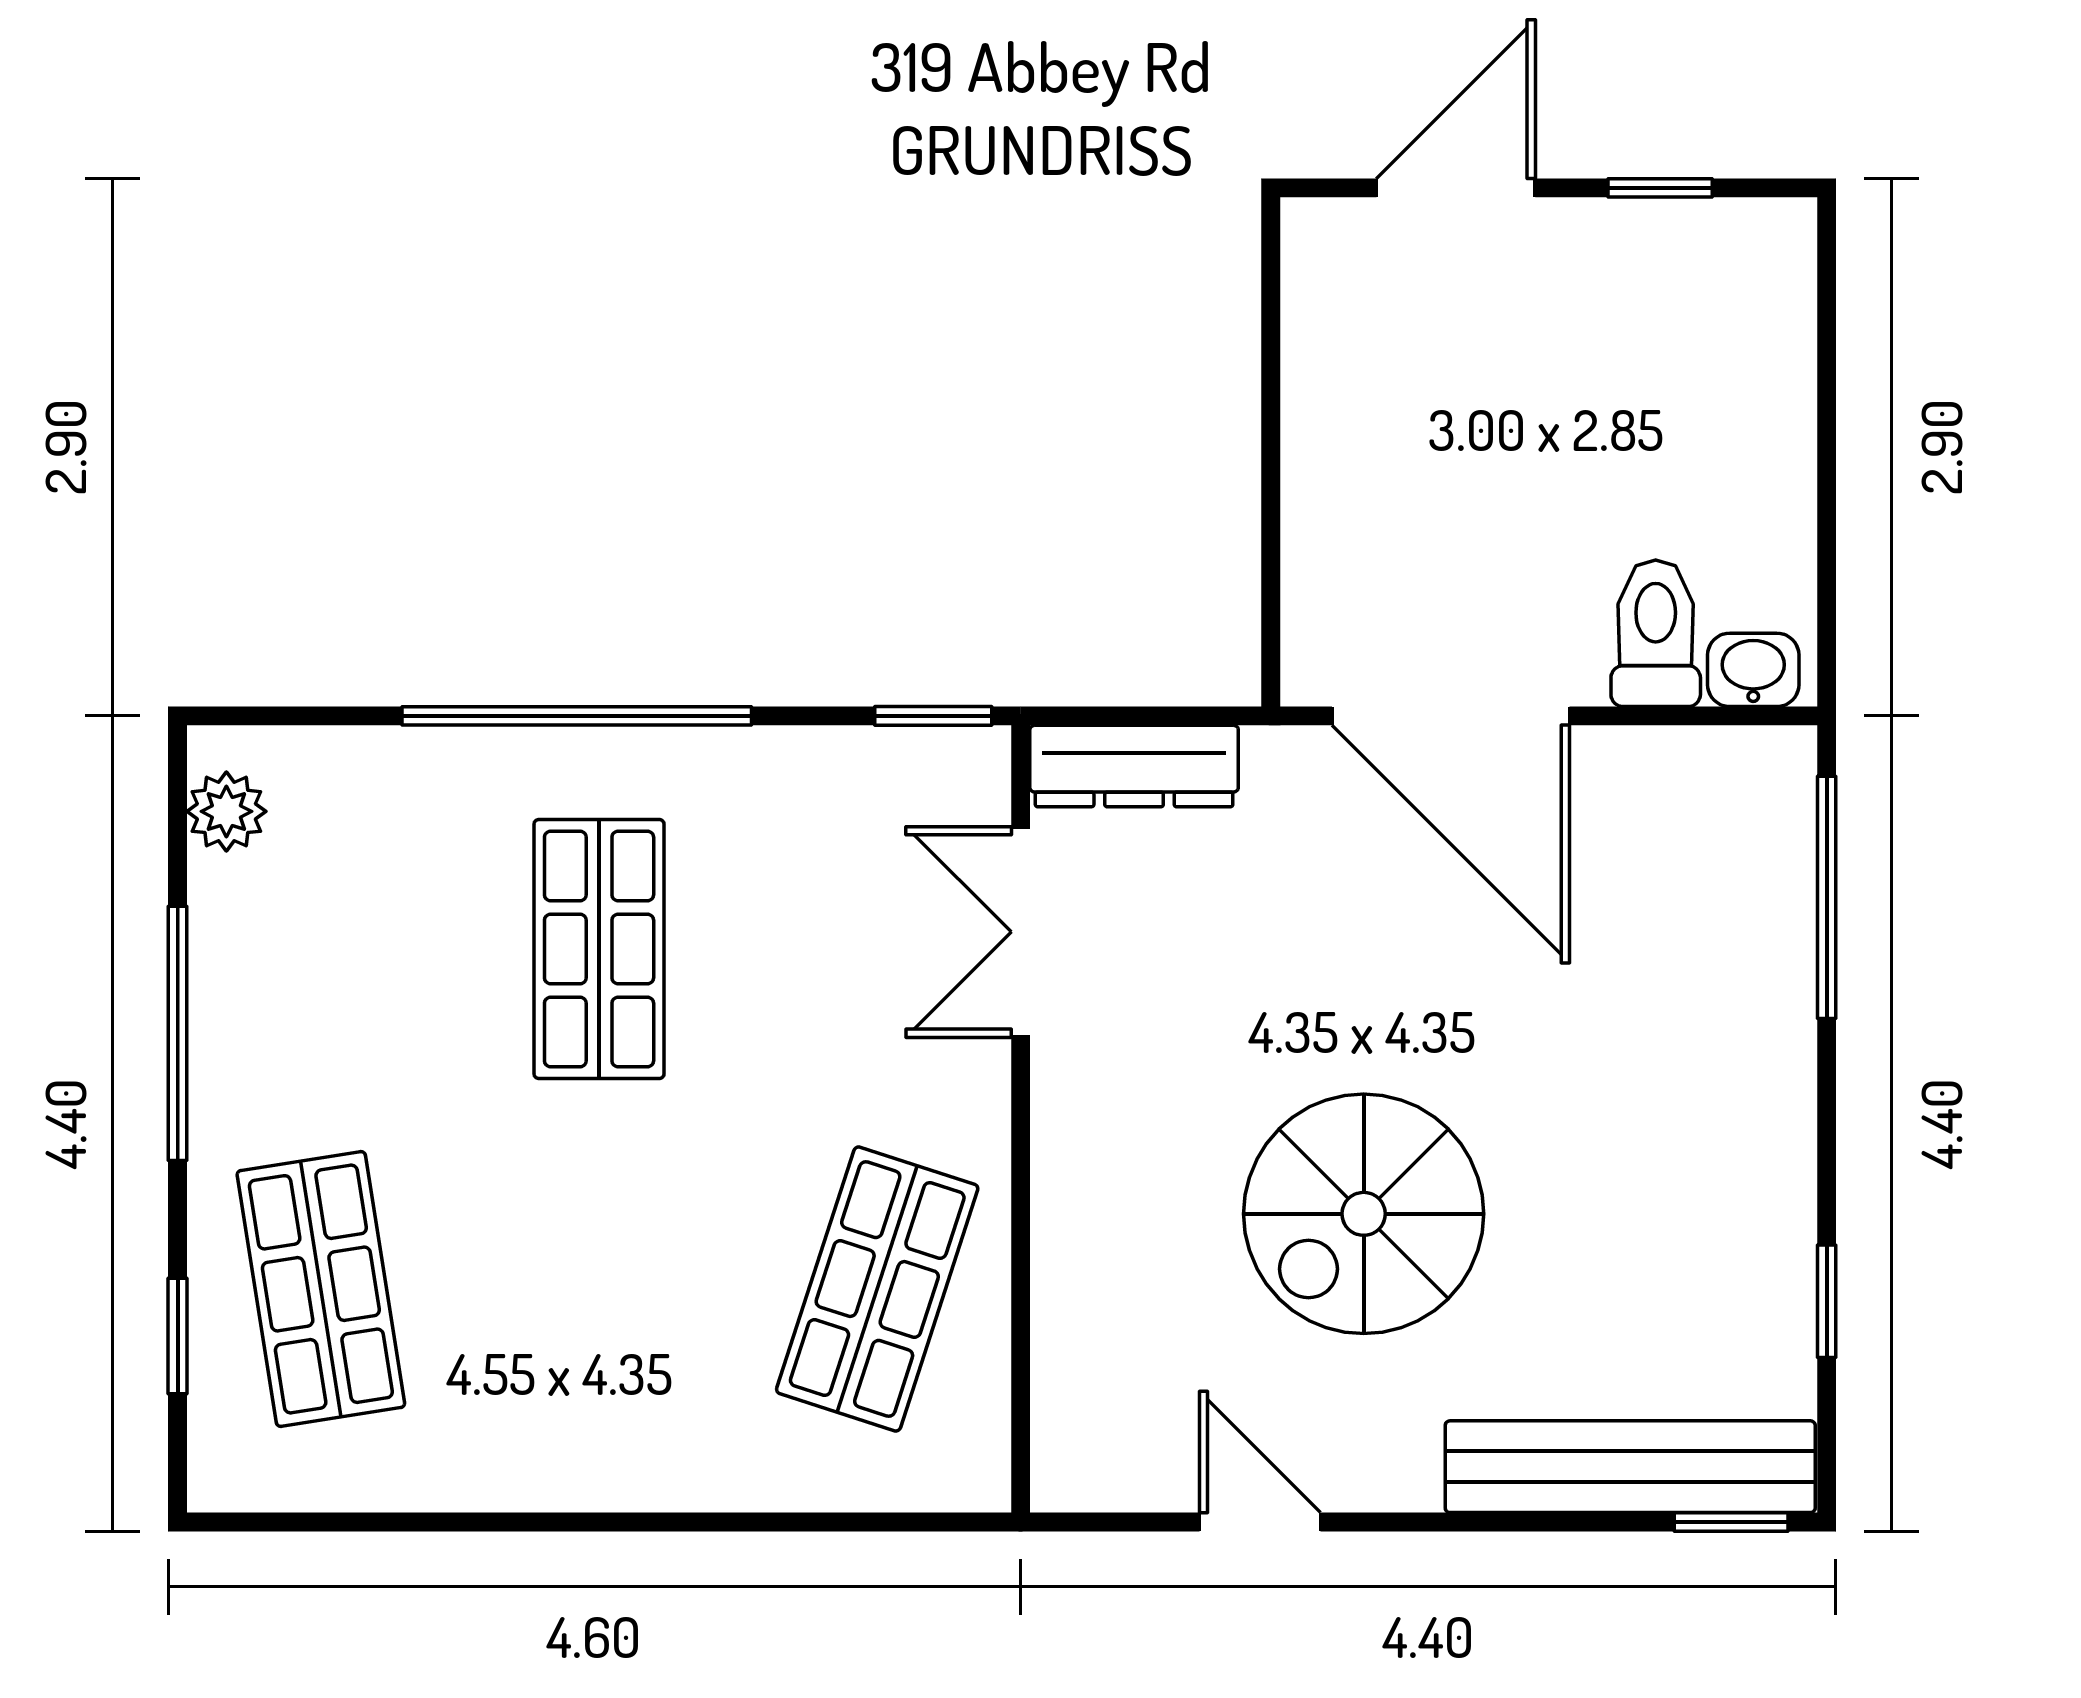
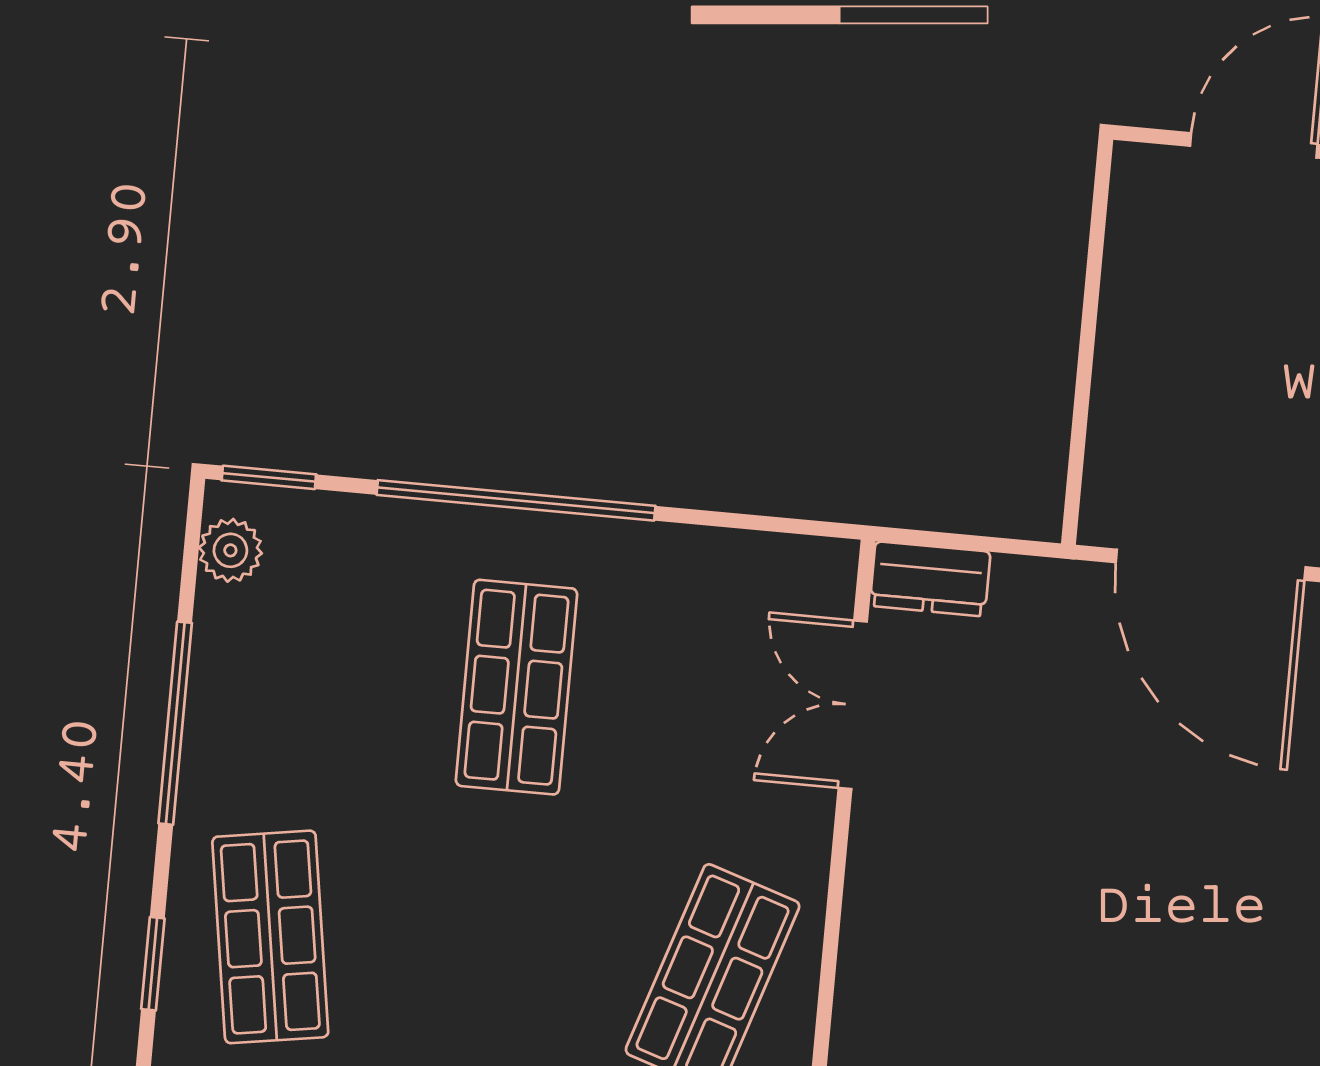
window: (933, 716) -> (269, 477), moved
dresser: (1134, 766) -> (930, 579), width x0.70
spiral stairs: (1364, 1214) -> (1105, 954), removed

